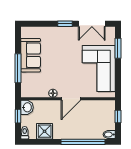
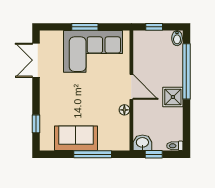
window: (65, 24) -> (36, 124), moved
double door: (92, 24) -> (36, 60), swing flipped
window: (118, 48) -> (85, 27), moved
shower: (45, 131) -> (173, 97), moved

